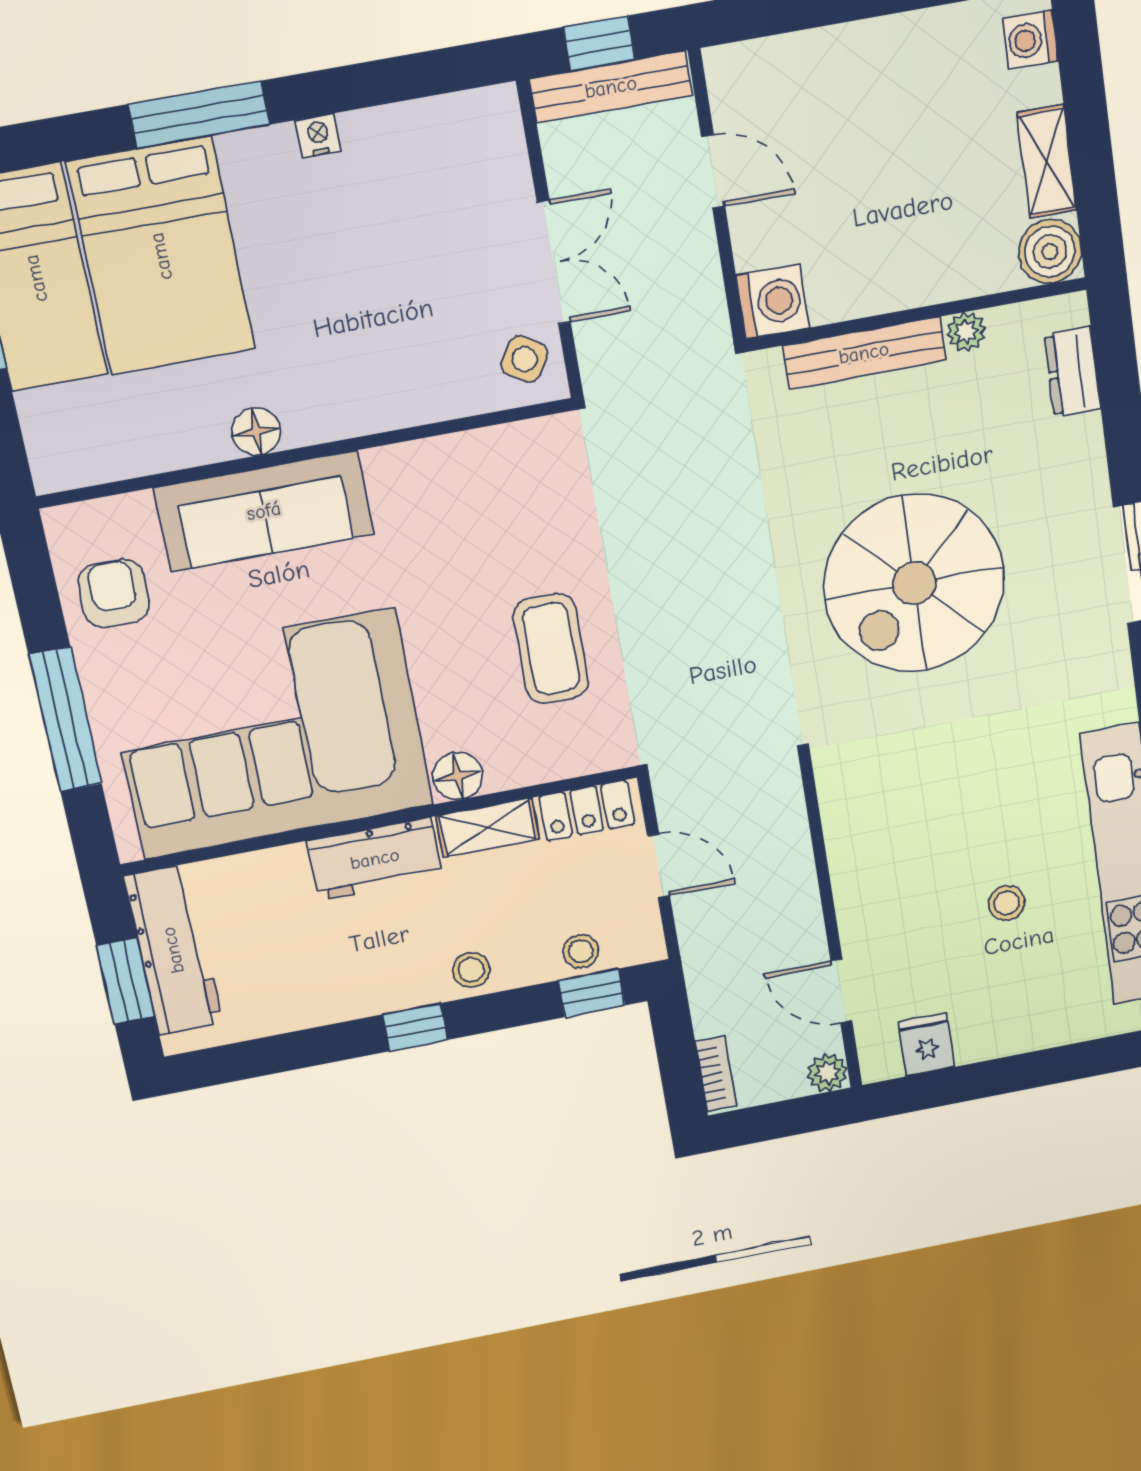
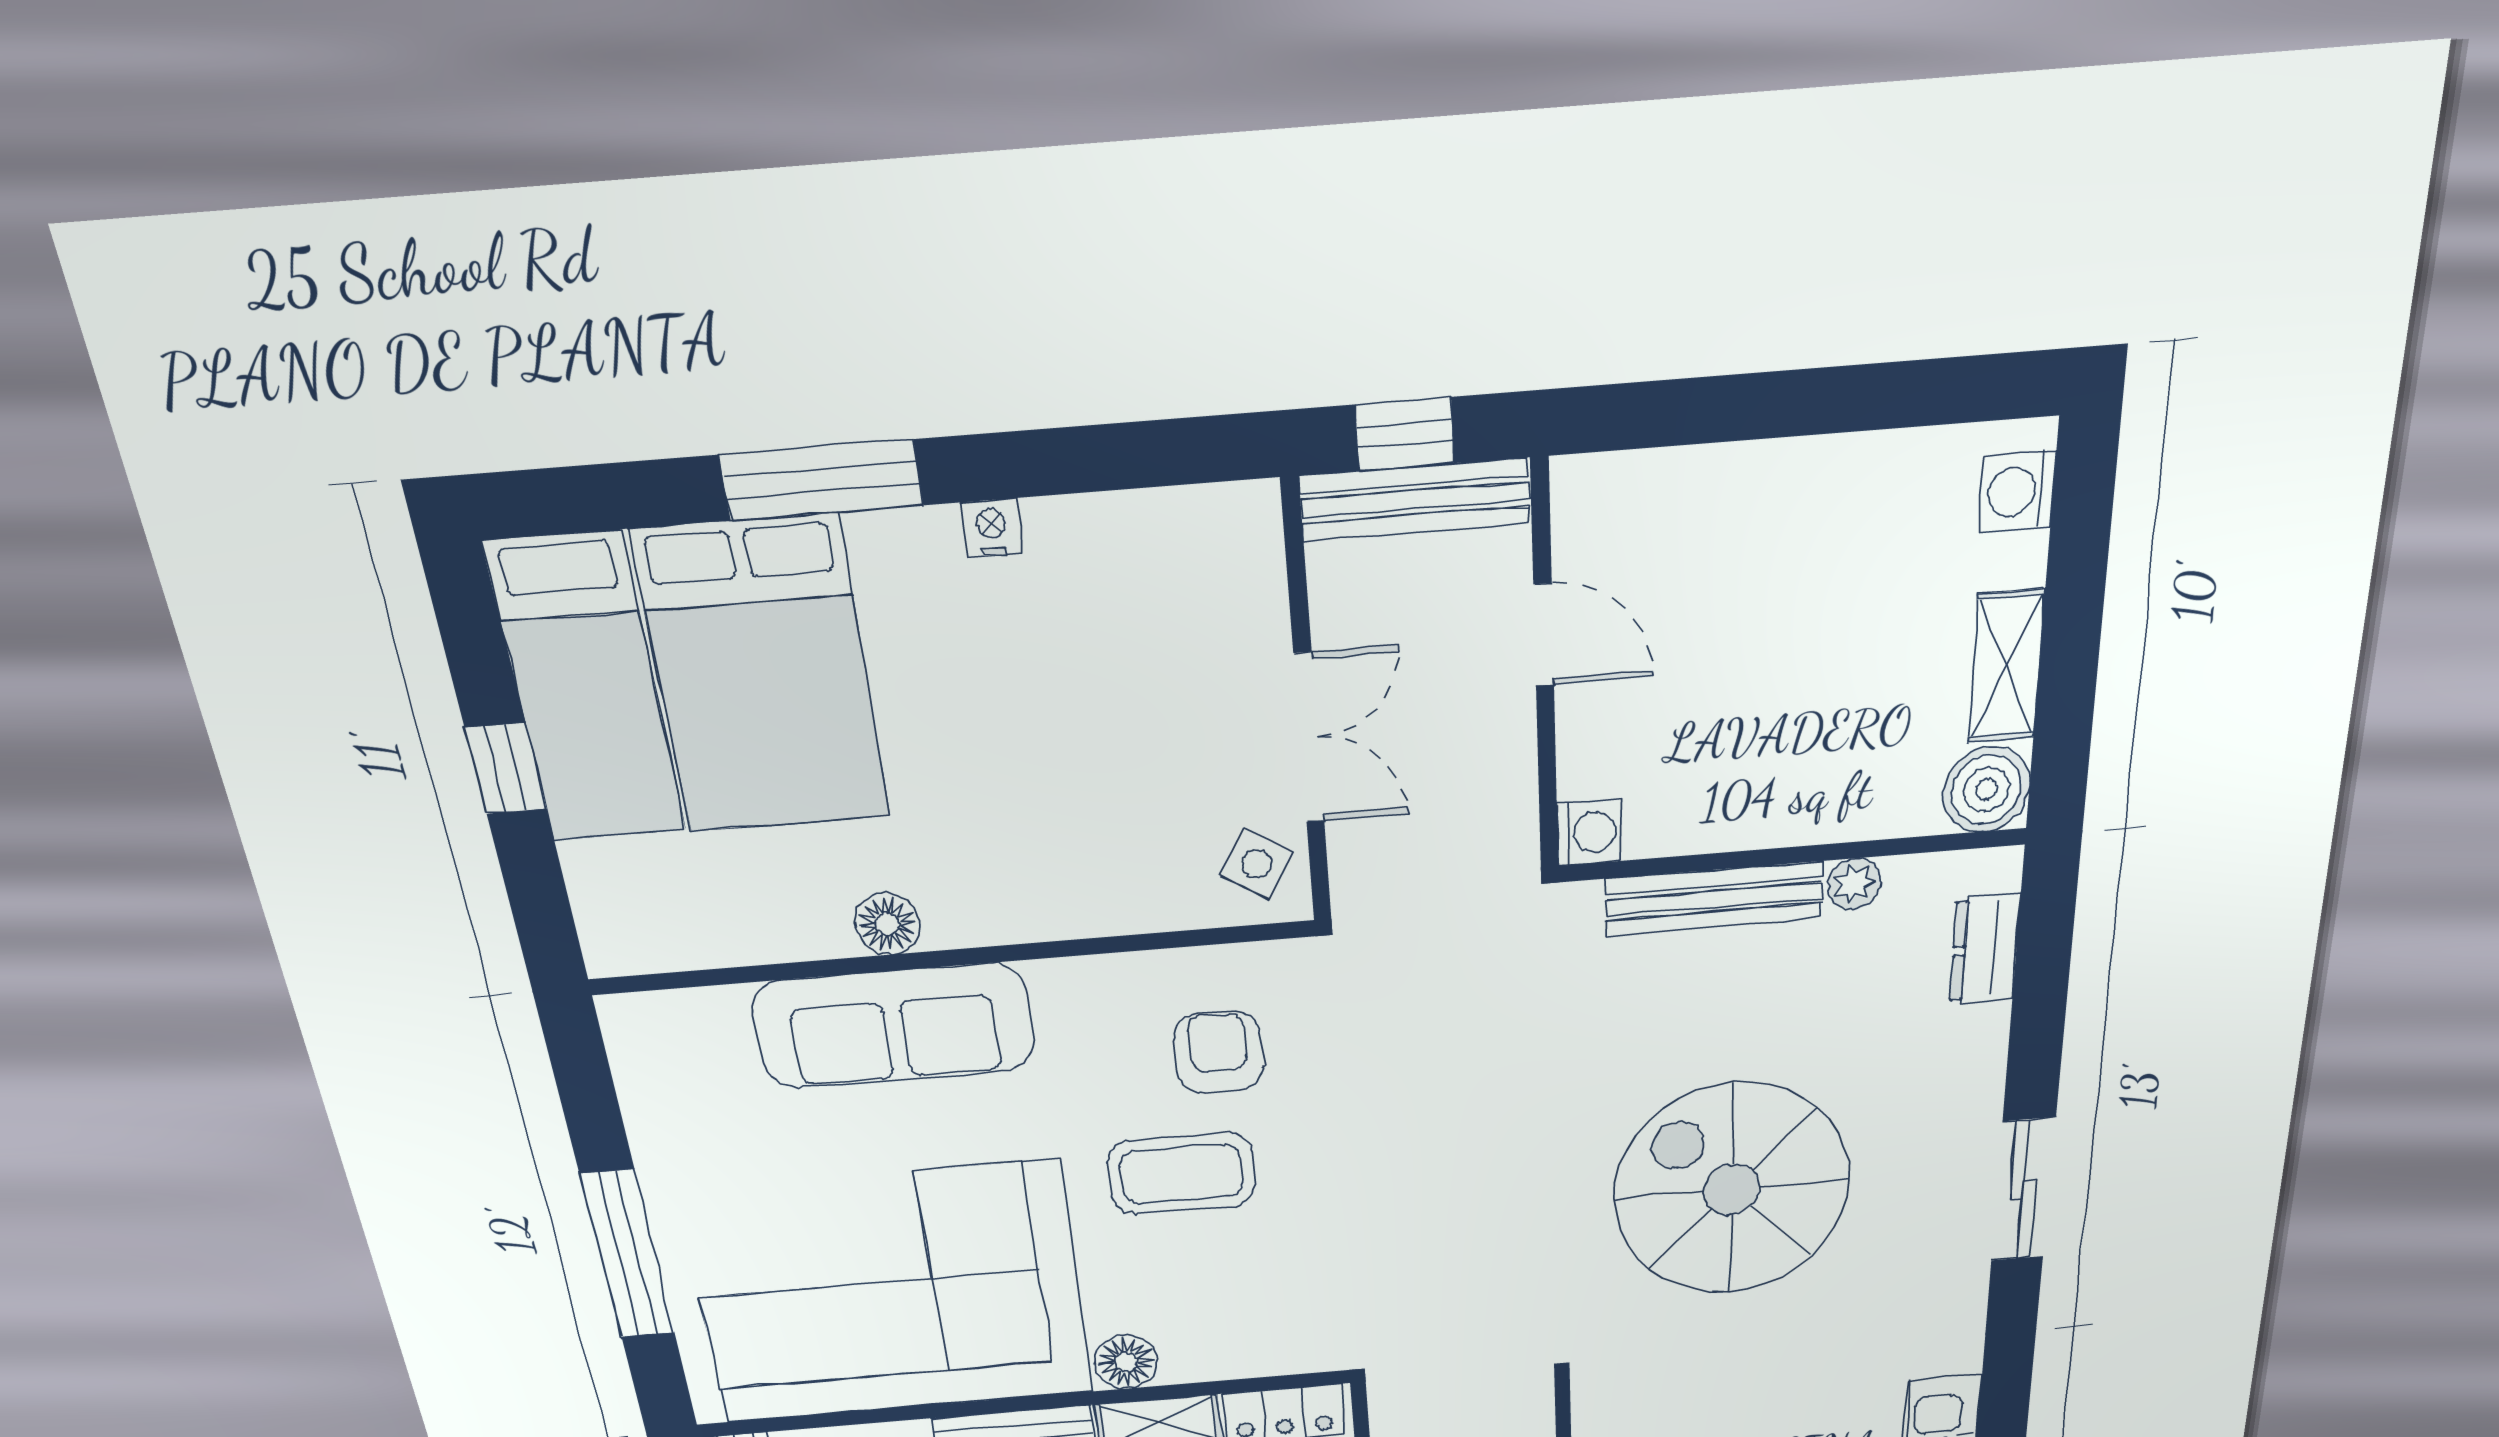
washing machine: (773, 302) -> (1589, 833), width x0.73, depth x0.73
spiral stairs: (914, 583) -> (1732, 1189), turned 90
armchair: (114, 593) -> (1218, 1053), moved
coffee table: (551, 649) -> (1181, 1174), moved, turned 90

